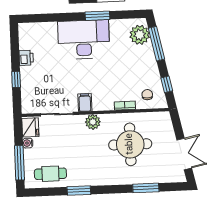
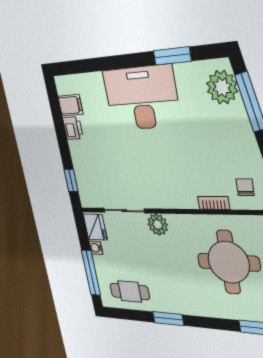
window: (97, 16) -> (172, 56), moved
window: (16, 79) -> (71, 180), moved
filing cabinet: (85, 102) -> (70, 105), moved, turned 90
plant: (93, 122) -> (158, 225), moved

